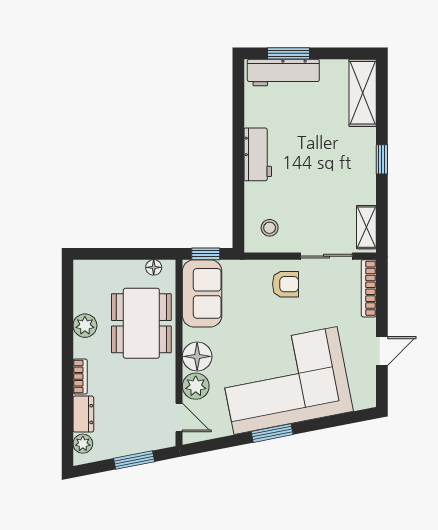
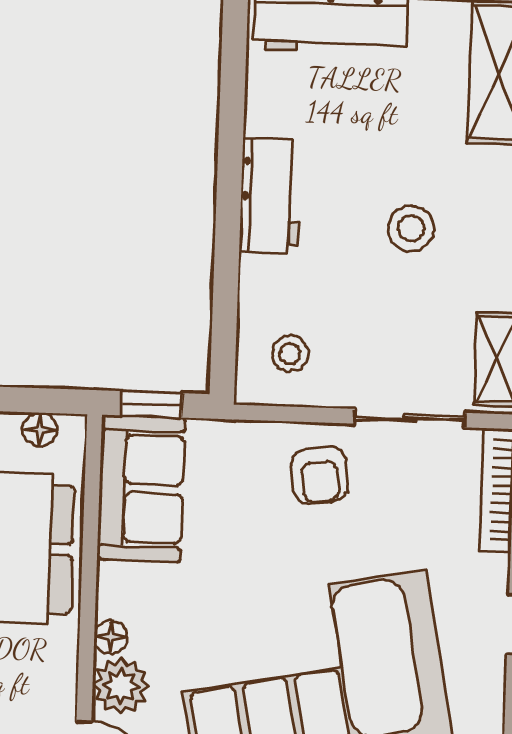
stool: (324, 167) -> (411, 228), added
armchair: (285, 284) -> (320, 475), turned 83
floor lamp: (197, 356) -> (111, 637), width x0.53, depth x0.53

